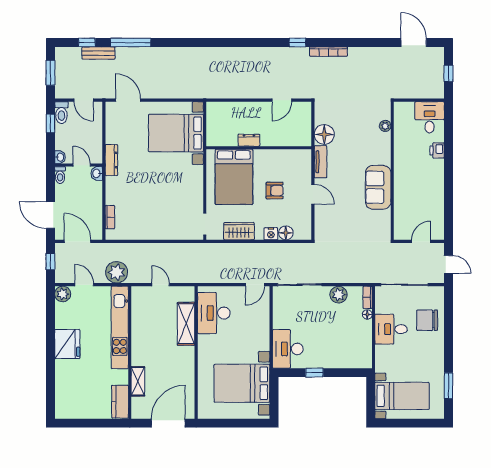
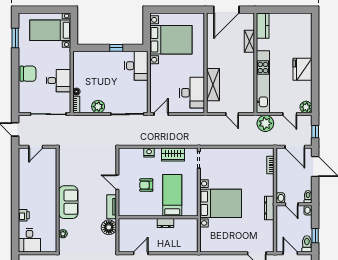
bed with nightstands: (176, 133) -> (221, 203), moved
bed: (234, 177) -> (172, 195), width x0.67
sofa: (378, 187) -> (68, 202), moved
floor lamp: (286, 233) -> (138, 153), removed
chair: (427, 320) -> (28, 74), moved

